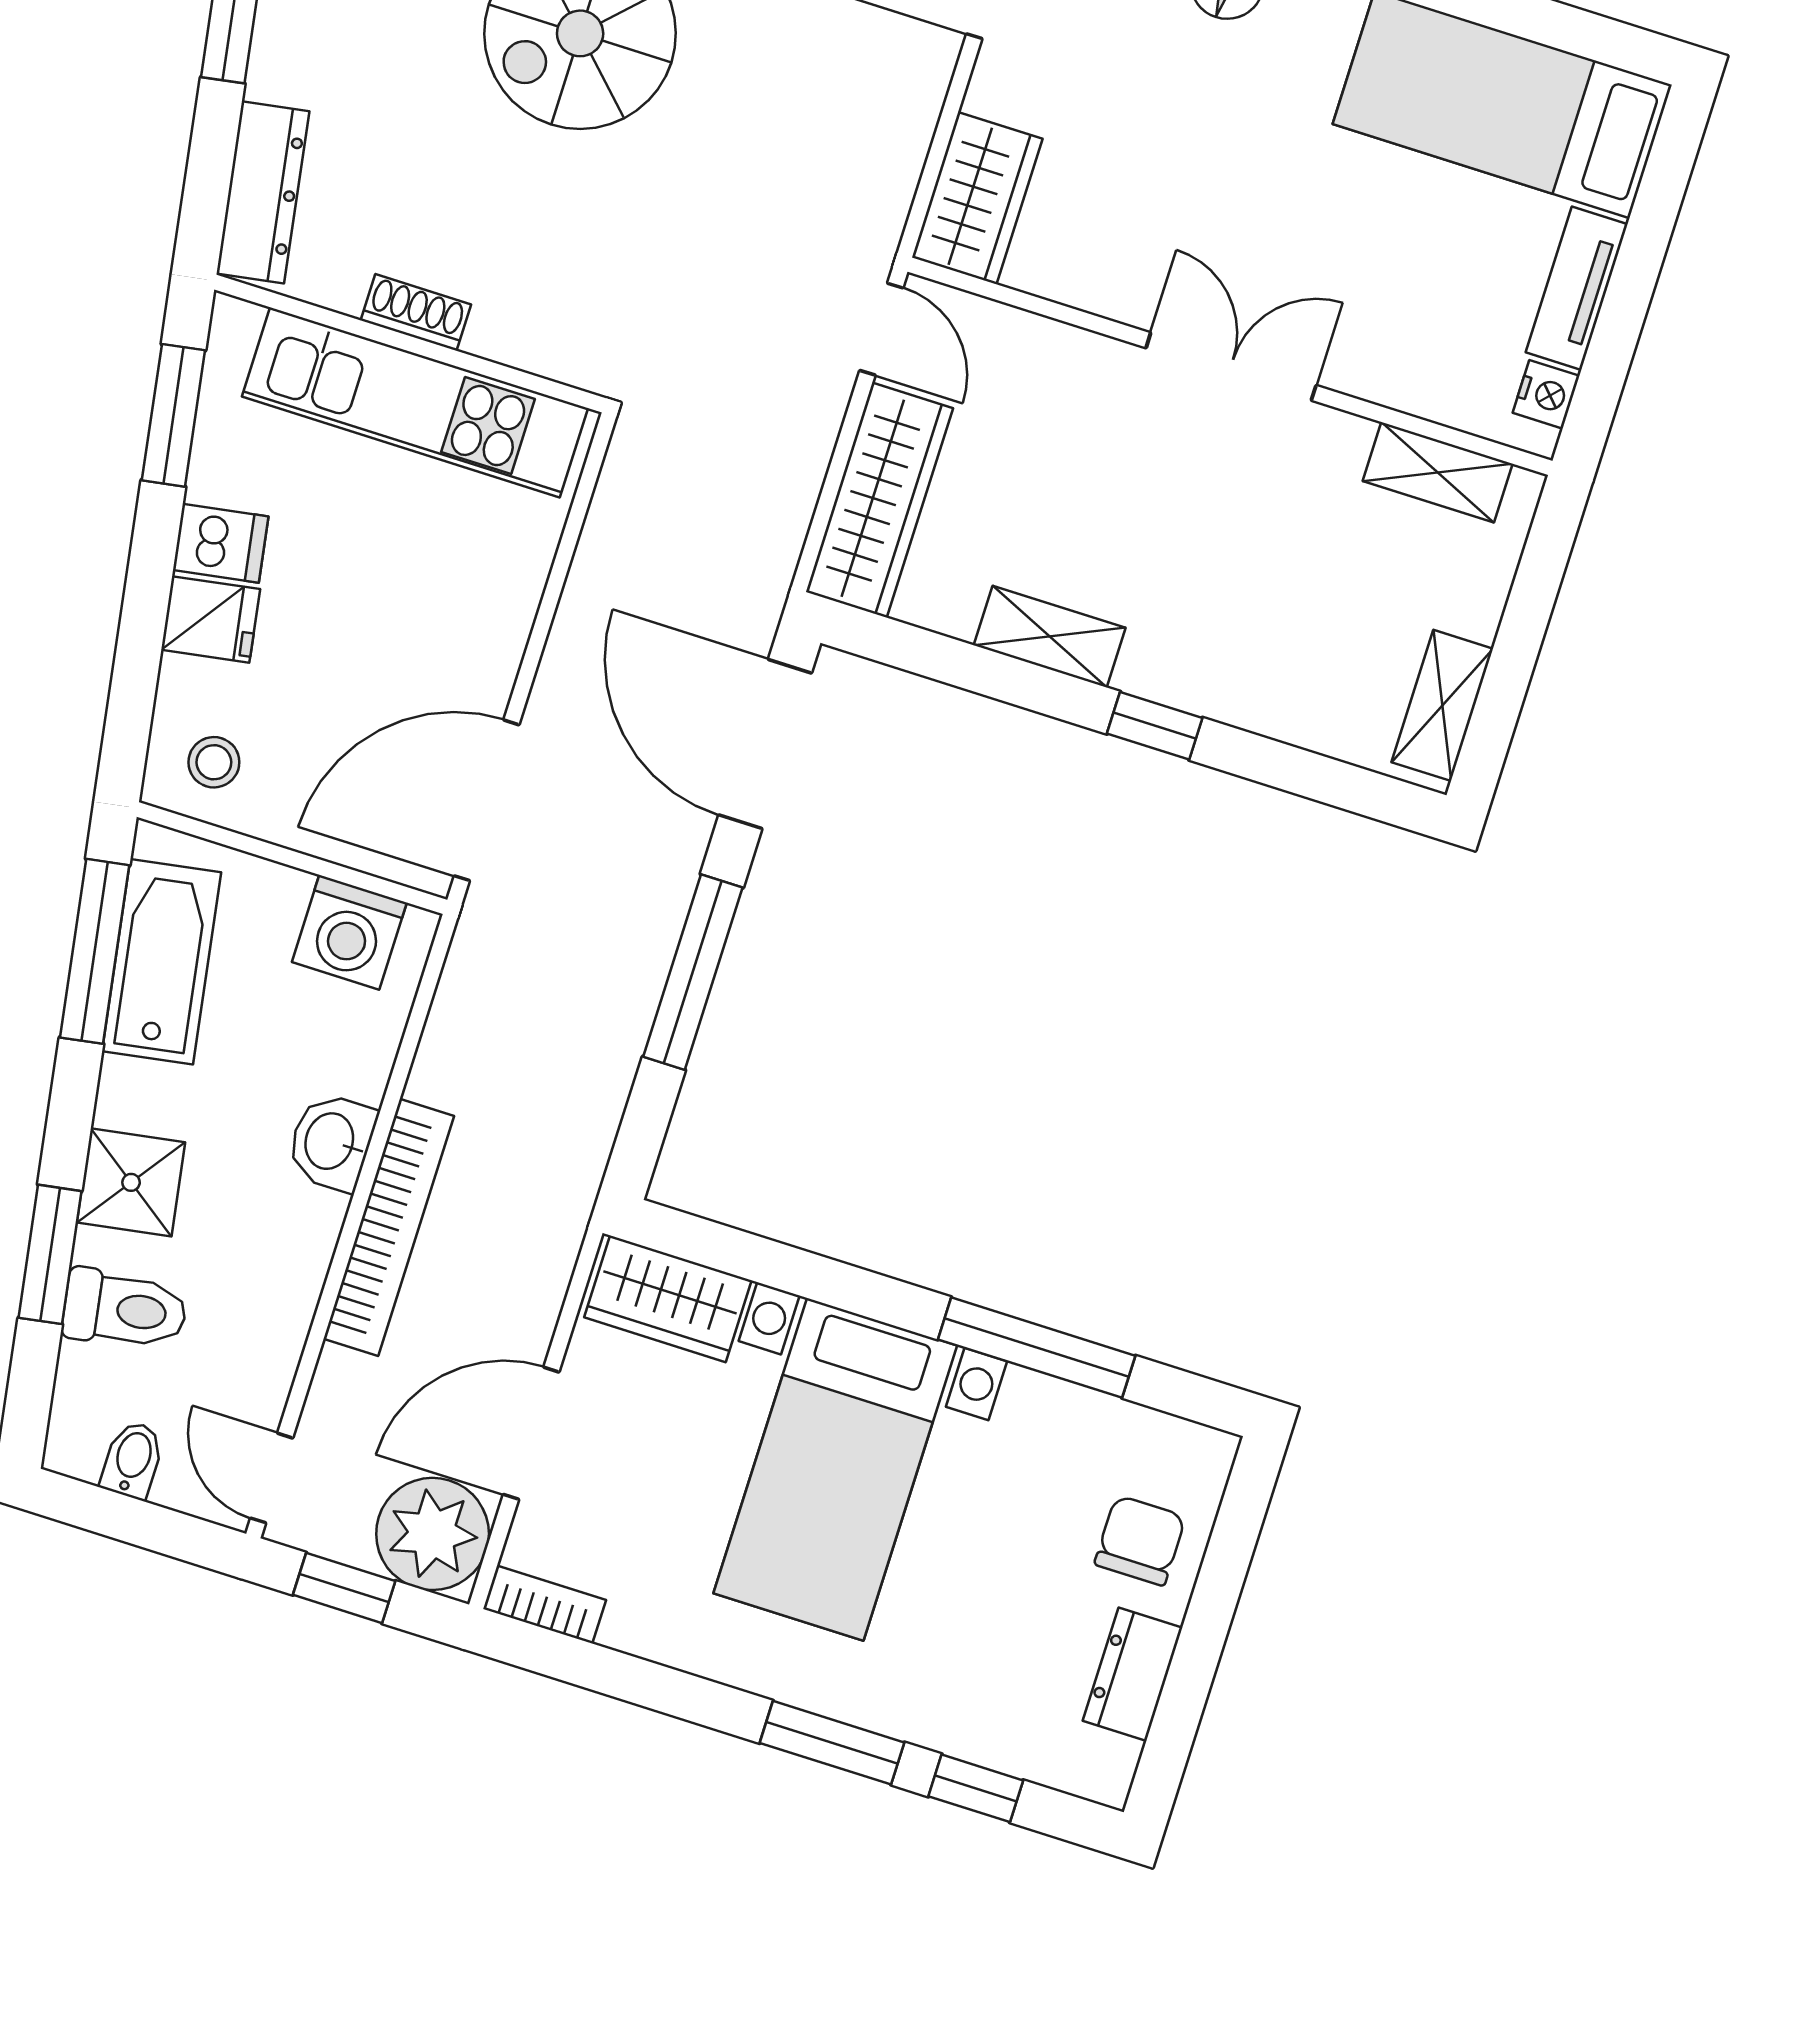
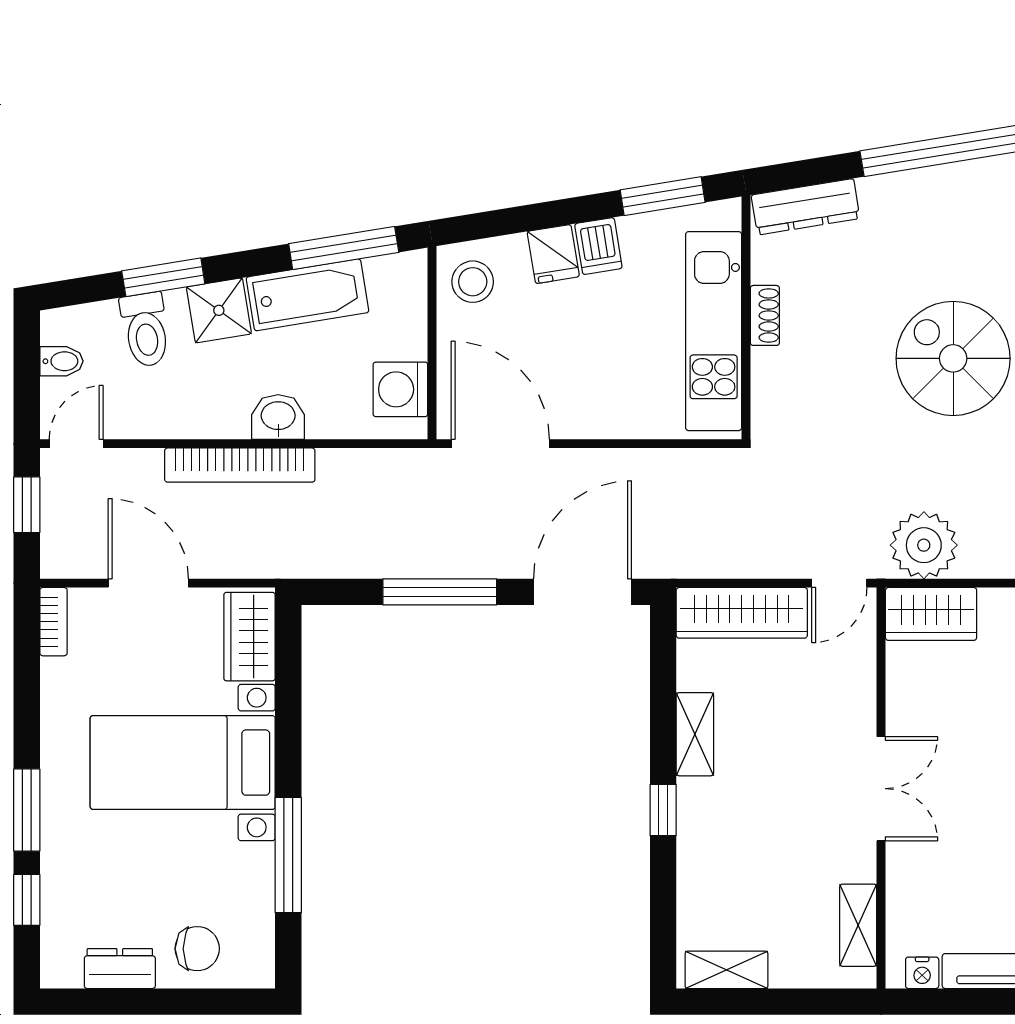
stool: (214, 762) -> (473, 282), width x1.37, depth x1.37
bathtub: (162, 962) -> (307, 295), moved
plant: (433, 1534) -> (924, 545), moved

